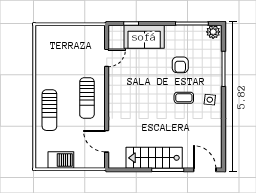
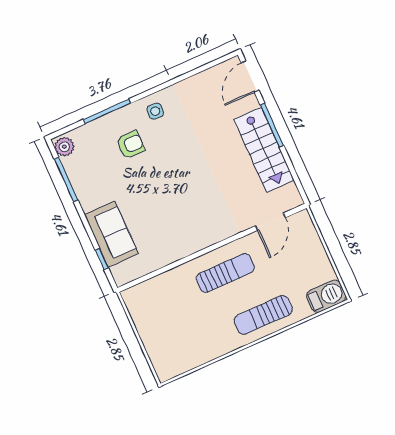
door: (107, 58) -> (161, 271), removed
armchair: (180, 65) -> (130, 145), moved
coffee table: (184, 98) -> (168, 146), removed
sun lounger: (49, 110) -> (263, 315), turned 180
barbecue: (61, 160) -> (326, 296), moved, turned 90

